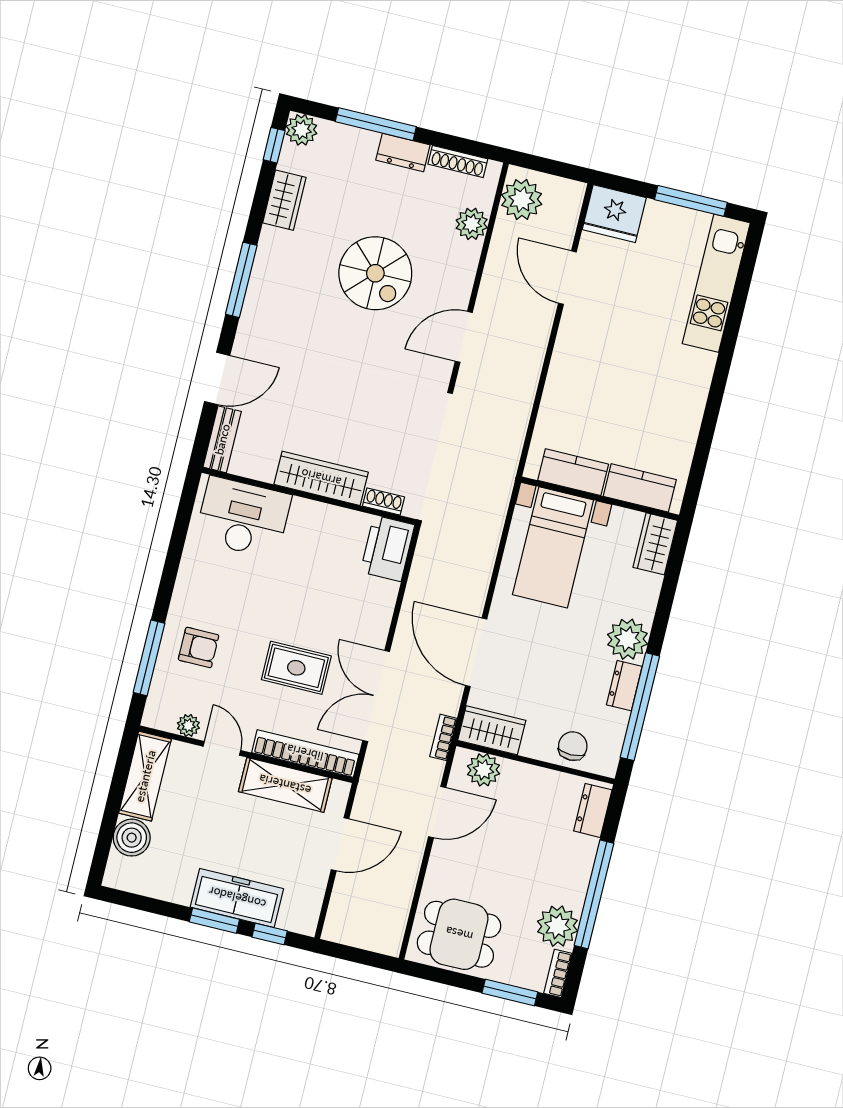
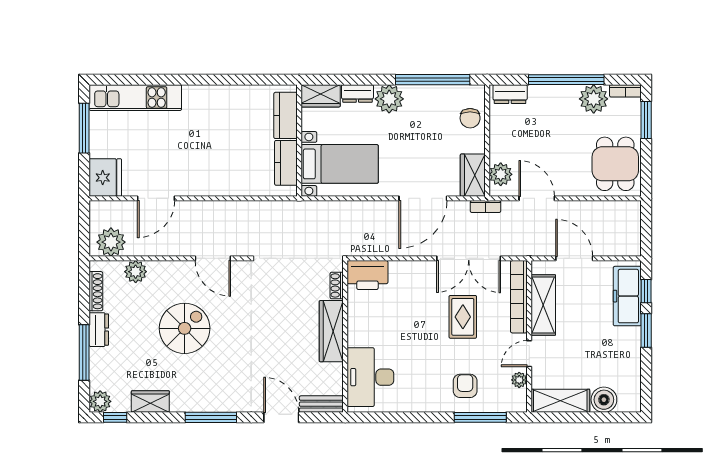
dresser: (624, 686) -> (357, 93), moved
chair: (573, 746) -> (470, 118), turned -90
freezer: (237, 898) -> (627, 296), moved

